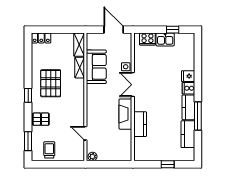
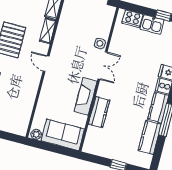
sofa: (96, 67) -> (63, 135), moved, turned -90
double door: (133, 85) -> (103, 65), swing flipped
door: (85, 133) -> (46, 64), moved

